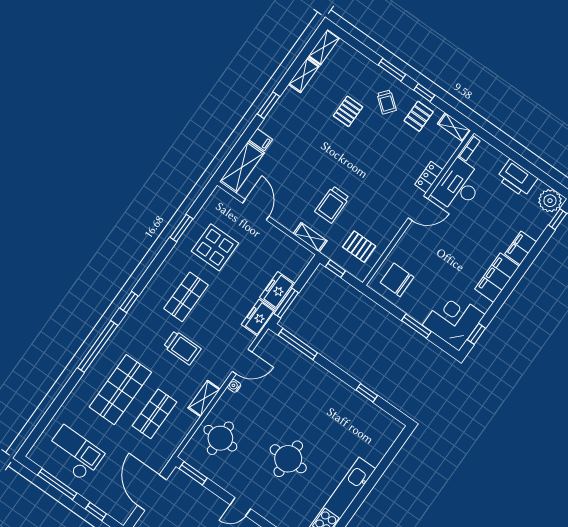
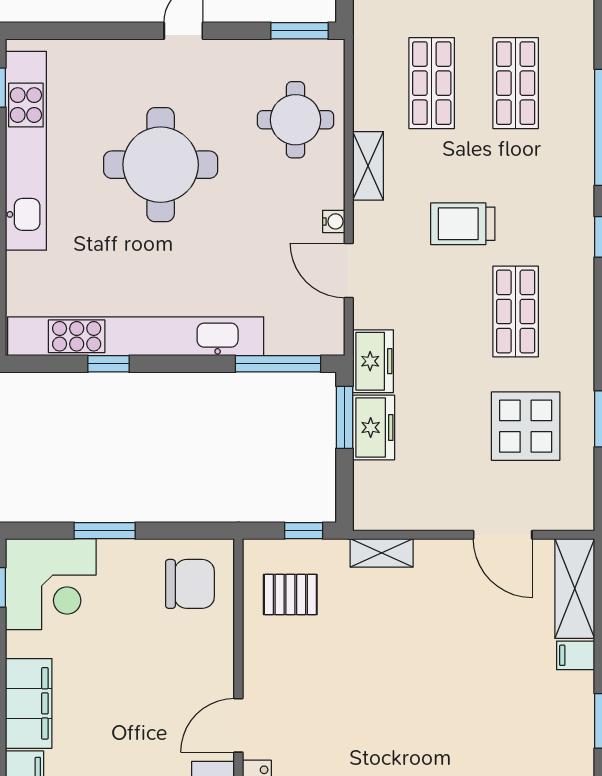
trolley: (332, 205) -> (383, 632), removed
door: (242, 362) -> (349, 271), hinge flipped
shop shelf: (120, 390) -> (516, 83), width x0.70, depth x0.74
kitchen unit: (348, 396) -> (136, 336), added
round table: (288, 459) -> (161, 165), width x1.36, depth x1.36

